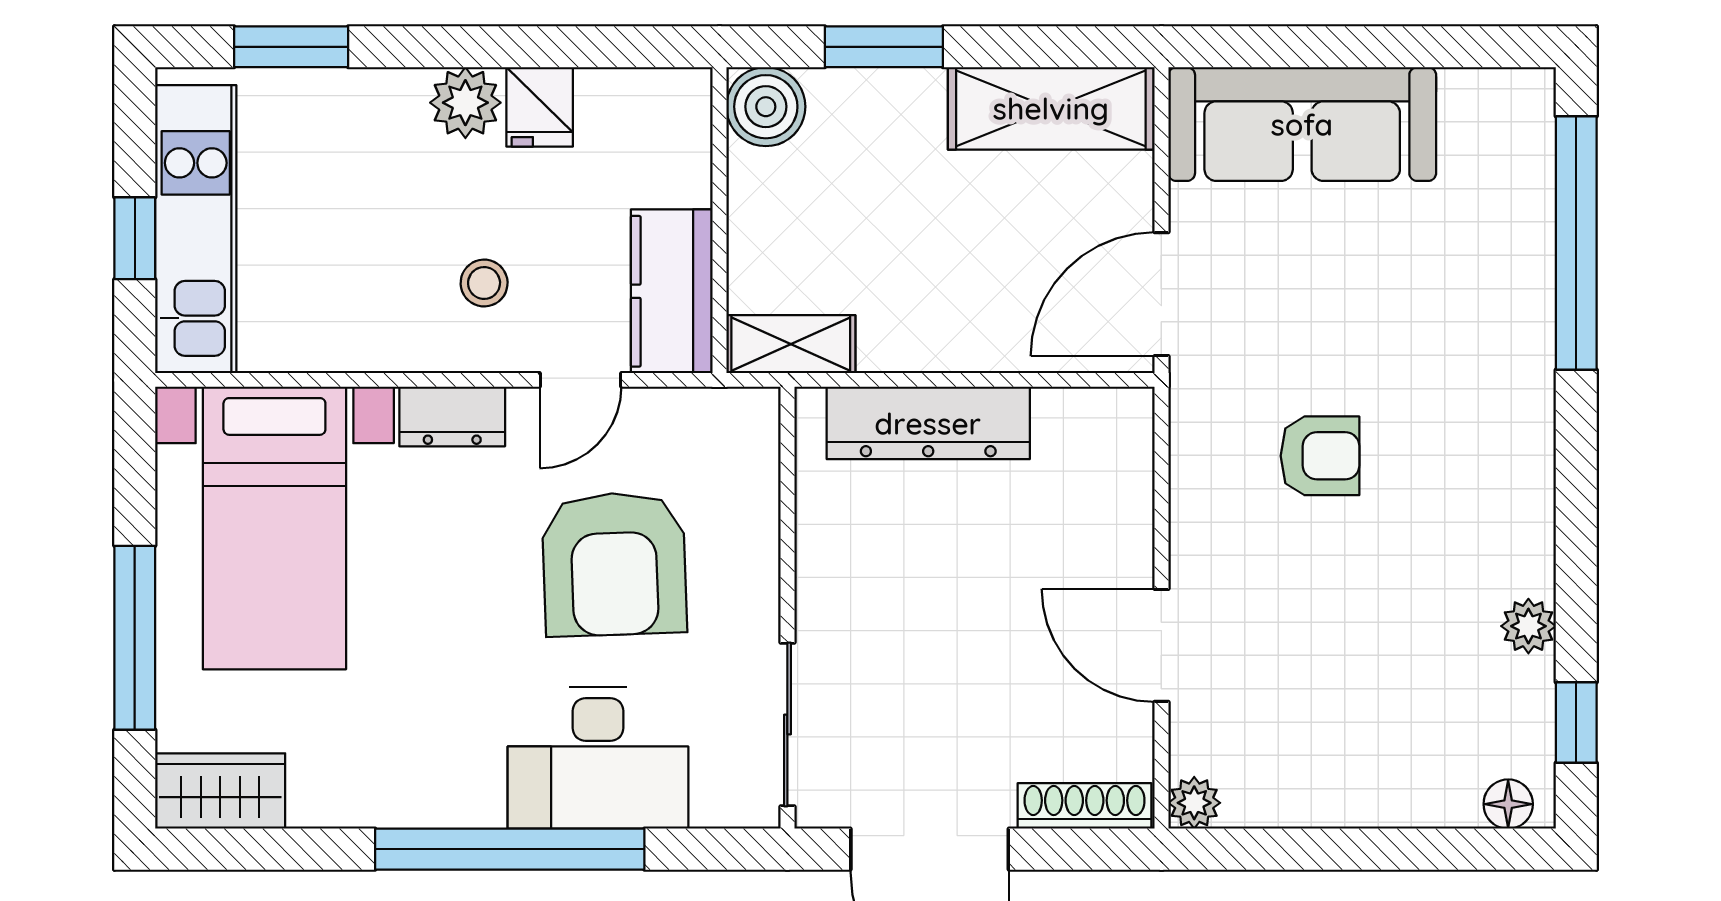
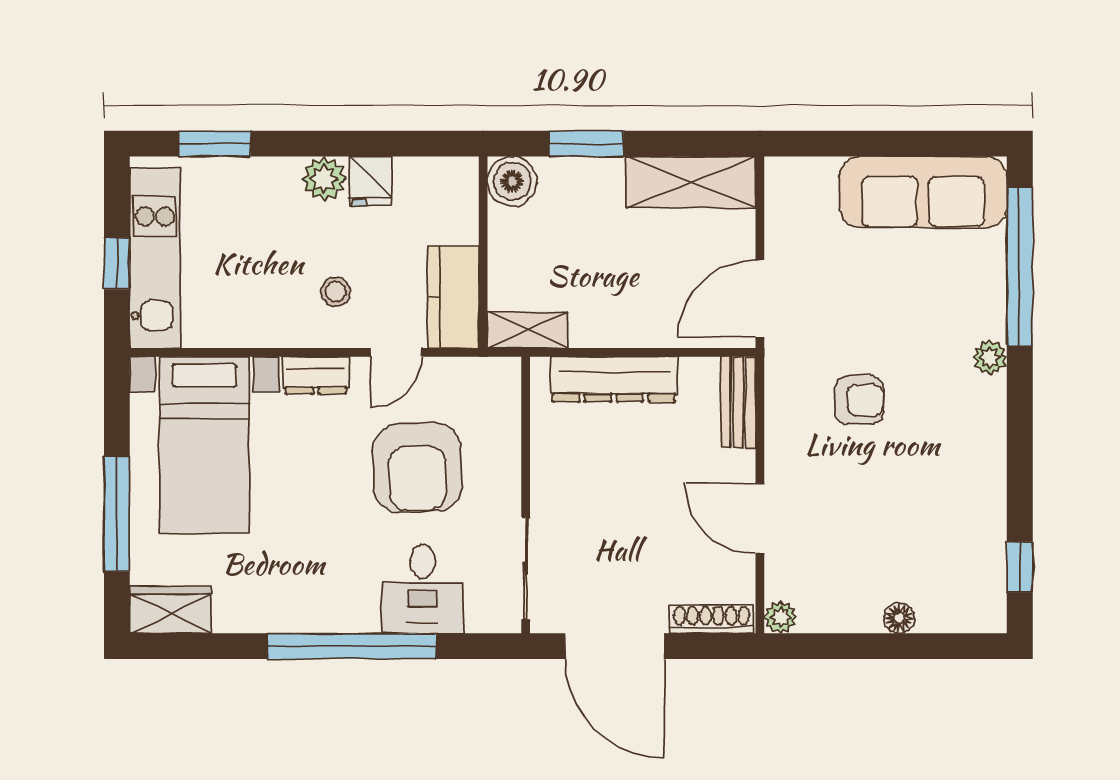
sofa: (1302, 124) -> (923, 192), moved
bench: (1127, 460) -> (738, 402), added
plant: (1528, 626) -> (990, 357), moved
desk: (598, 758) -> (422, 589), width x0.73
floor lamp: (1508, 804) -> (899, 618), moved

